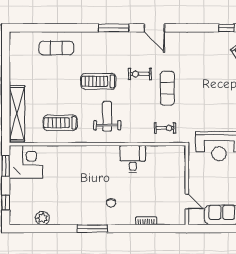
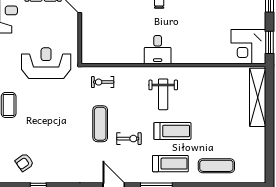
treadmill: (60, 123) -> (170, 164), moved
desk: (133, 159) -> (158, 50), moved

